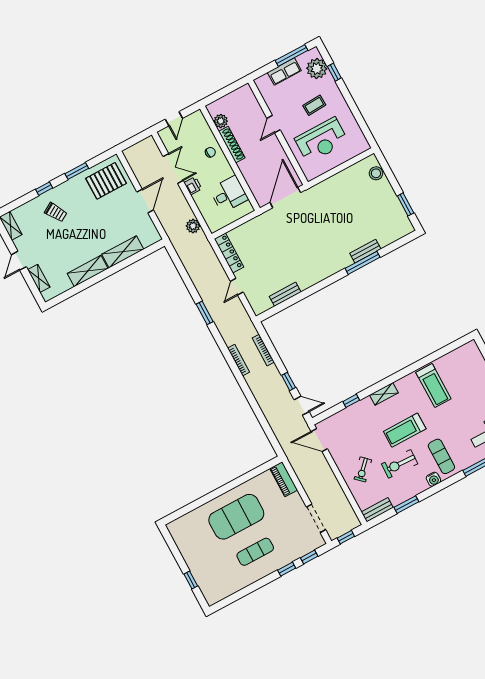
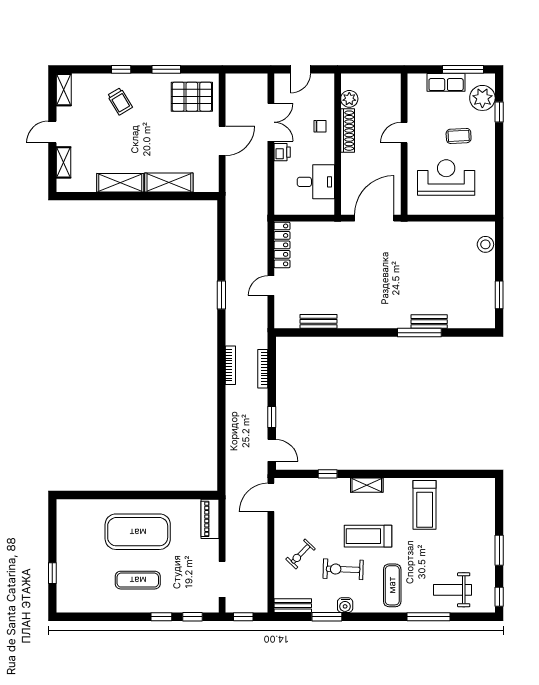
reception desk: (321, 140) -> (446, 177), turned 180
plant: (193, 226) -> (259, 195), removed
door: (319, 440) -> (271, 497), hinge flipped
water cooler: (433, 479) -> (345, 605), moved

